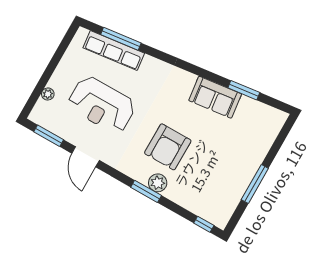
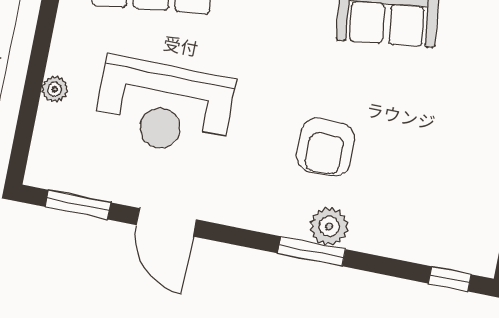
plant: (48, 94) -> (55, 89), moved
armchair: (168, 147) -> (325, 147), width x0.73, depth x0.73

